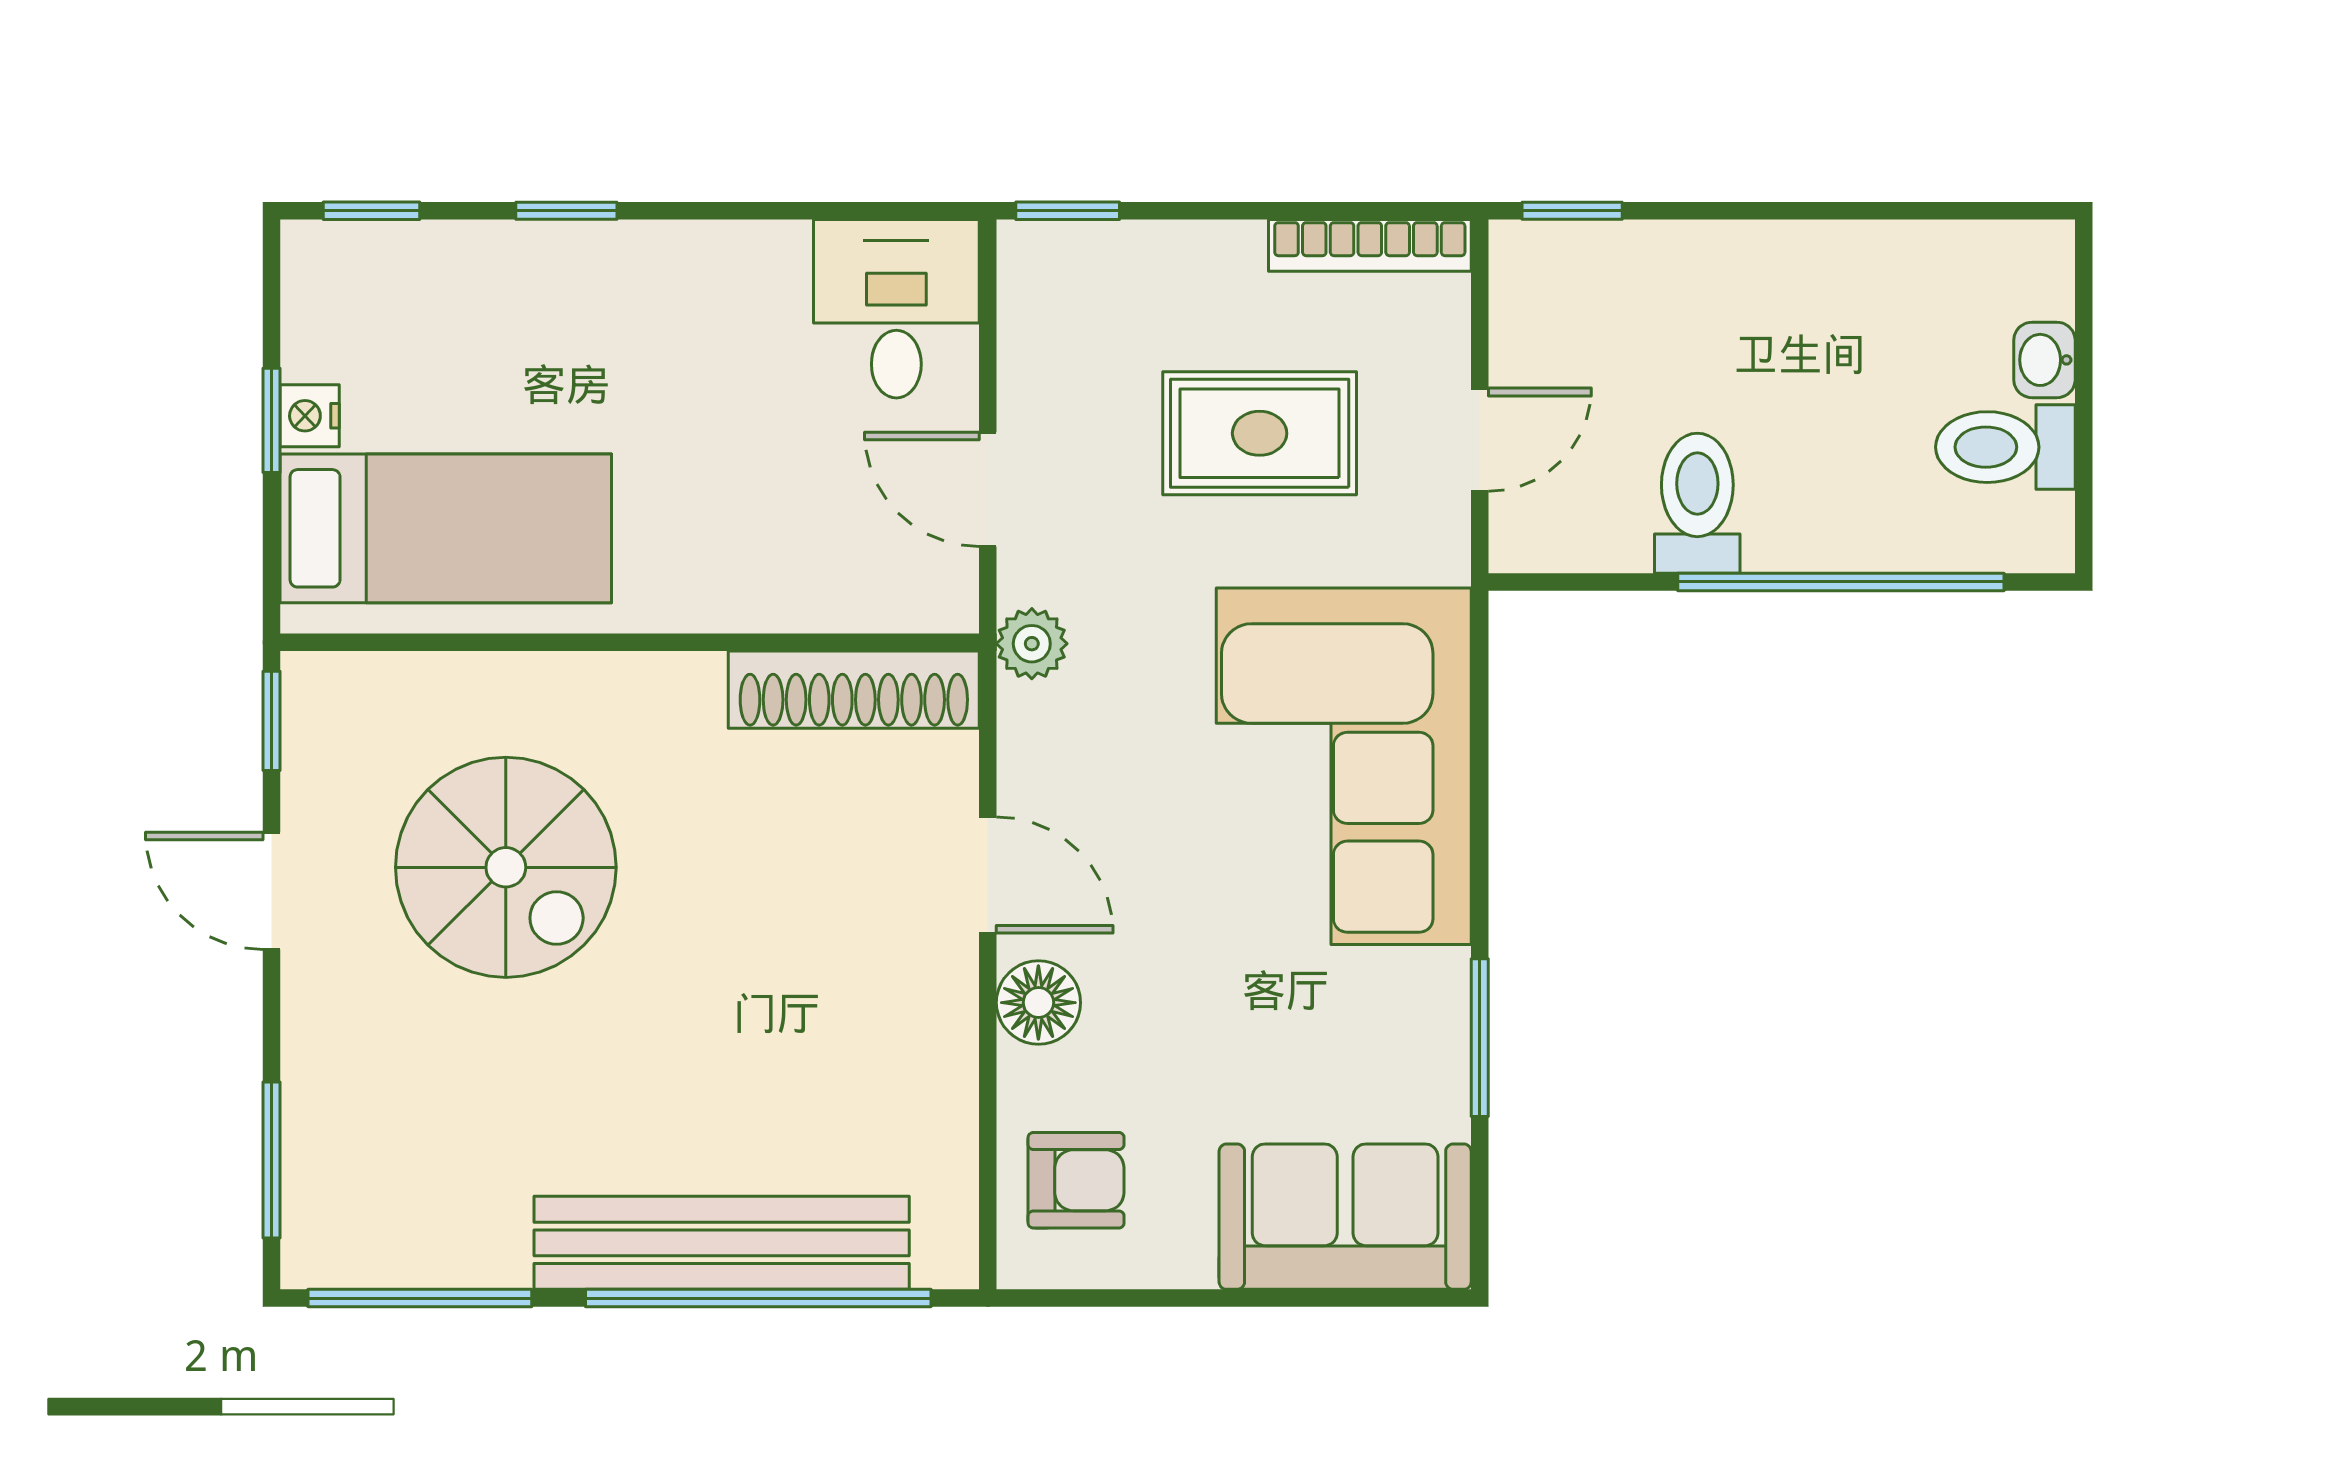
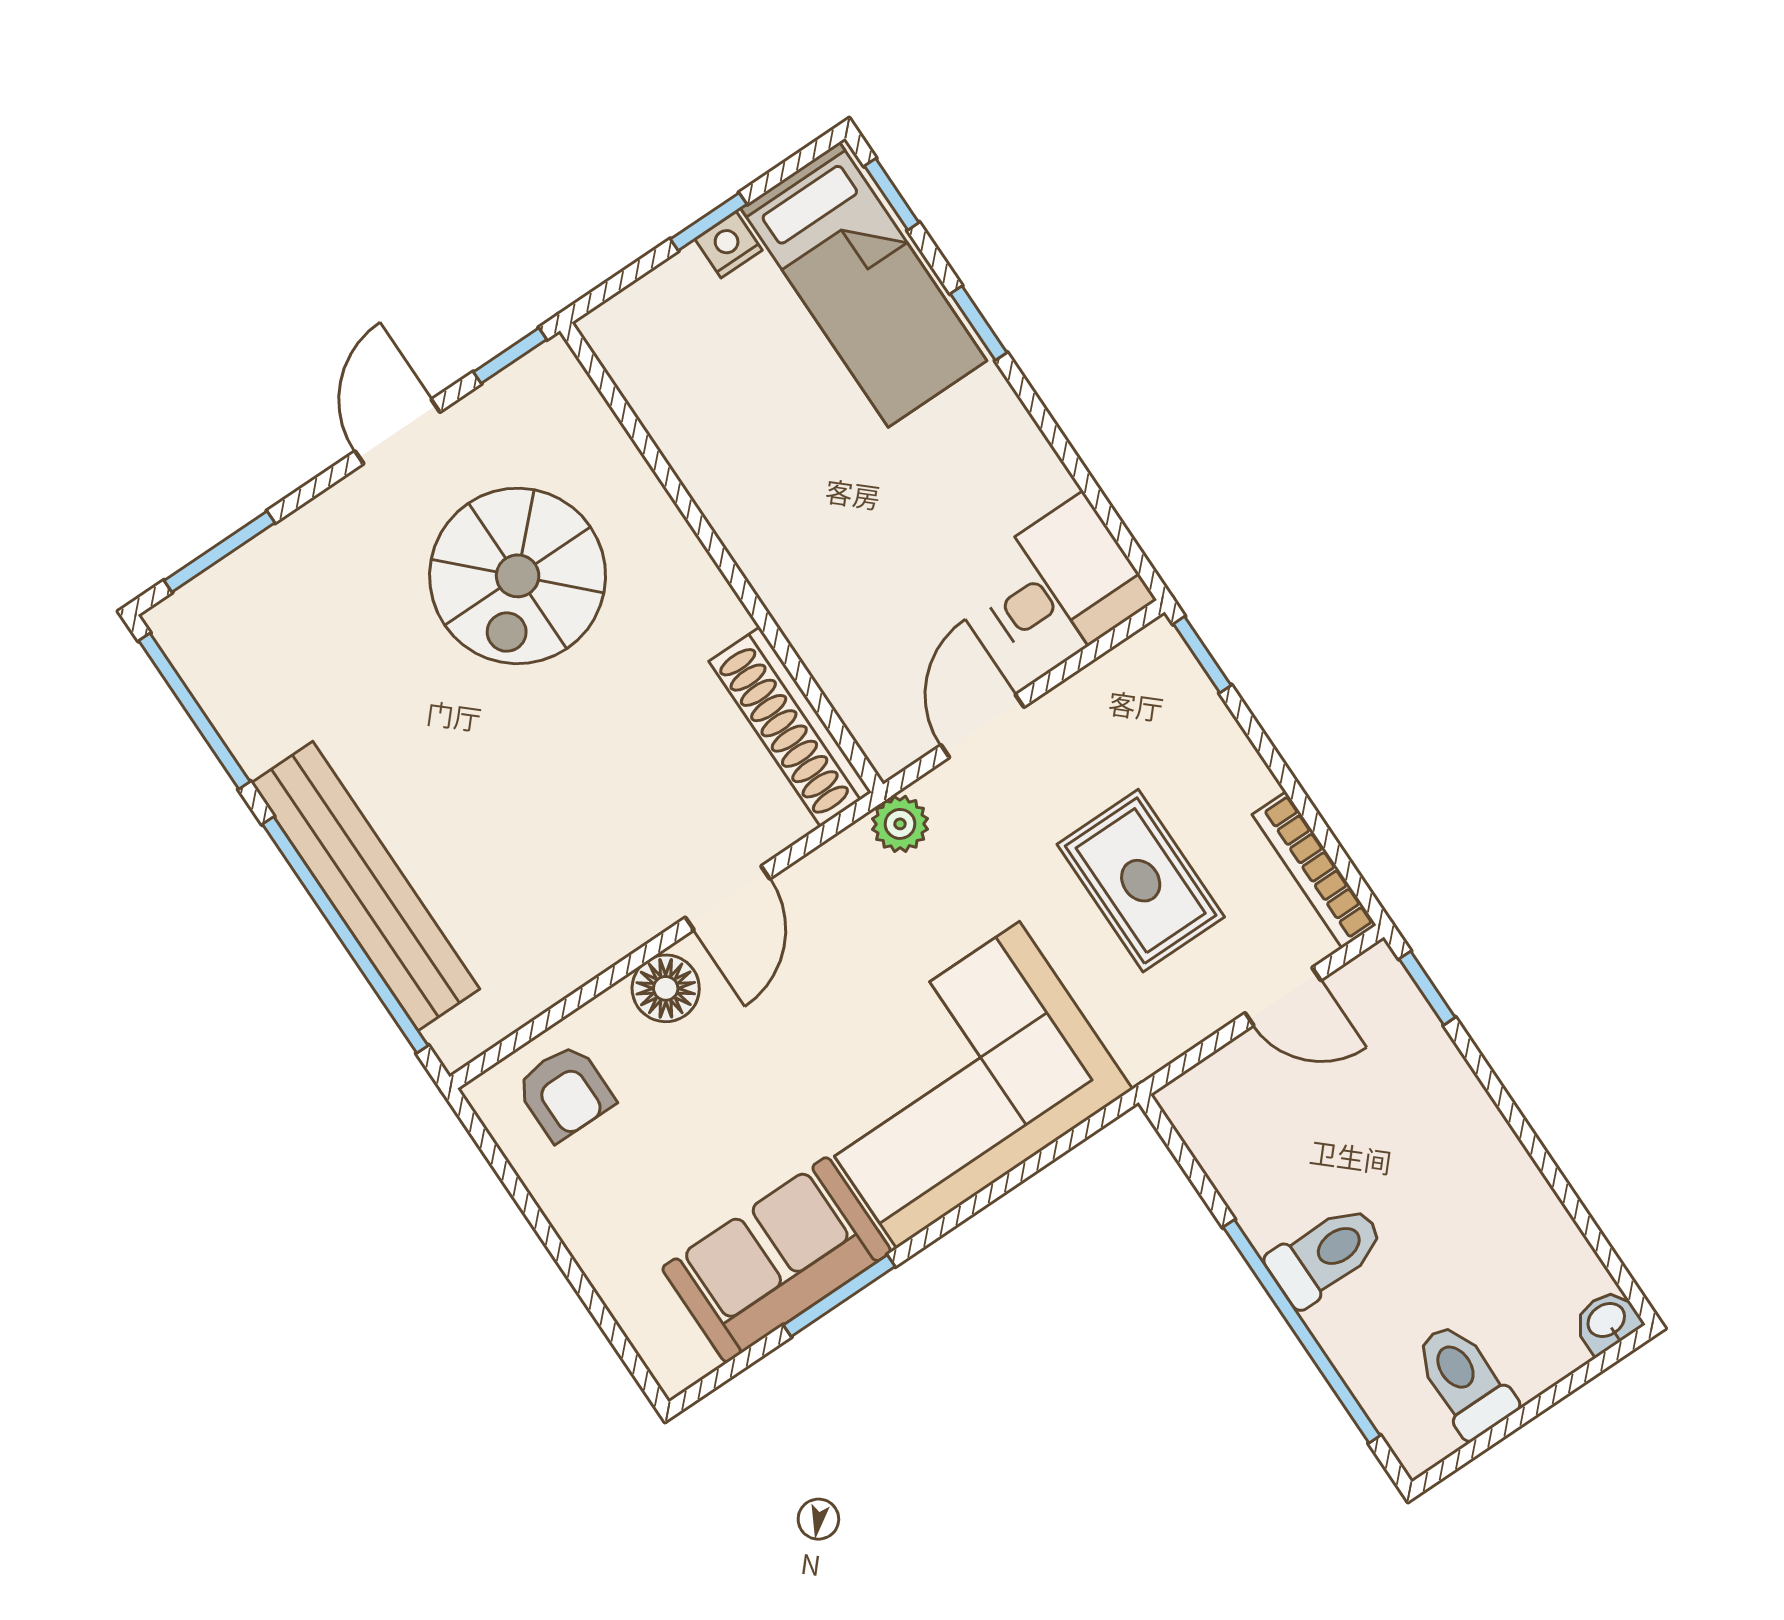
washbasin: (2044, 360) -> (1607, 1321), moved
door: (1480, 440) -> (1283, 997), moved
toilet: (1697, 503) -> (1326, 1255), moved
bed: (446, 528) -> (864, 285), moved
sofa: (1345, 1217) -> (777, 1260), moved, turned -90

